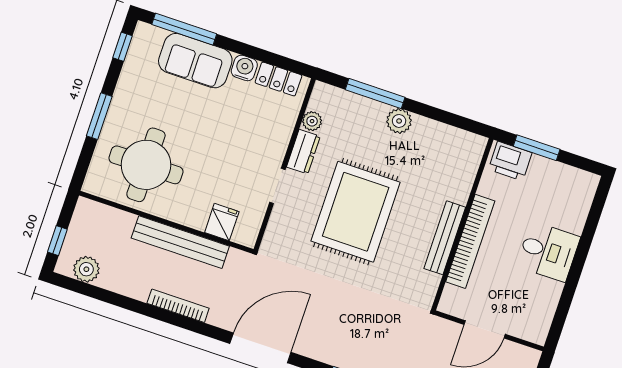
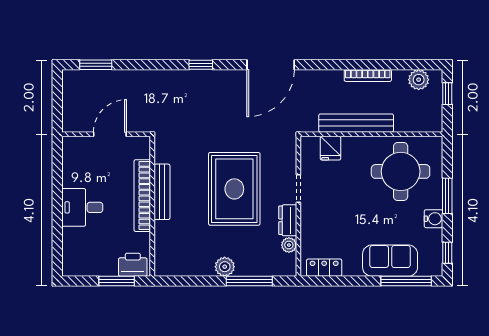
water cooler: (244, 68) -> (433, 219), moved, turned -90
bookcase: (178, 306) -> (368, 75), moved

